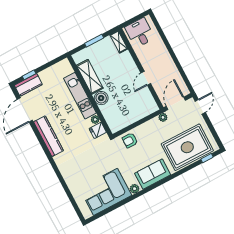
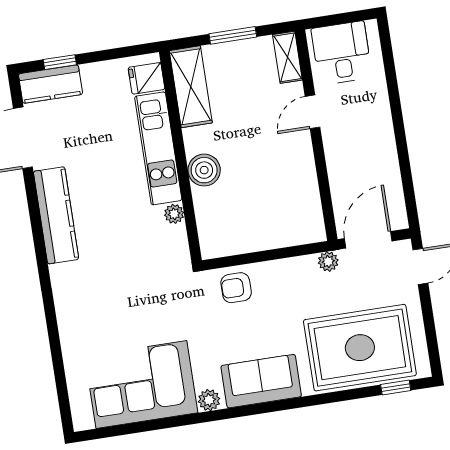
shelving: (90, 77) -> (191, 87), moved
door: (146, 78) -> (312, 112), moved
fridge: (98, 130) -> (146, 78), moved

